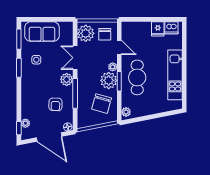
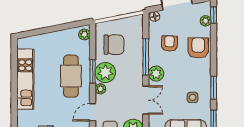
door: (119, 47) -> (93, 112), hinge flipped
armchair: (32, 101) -> (198, 48), added
chair: (102, 104) -> (114, 45), turned 74

